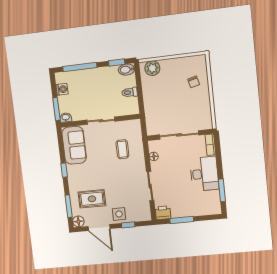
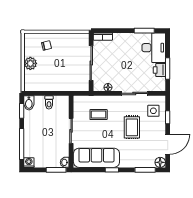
plant: (152, 68) -> (30, 63), moved
washing machine: (62, 89) -> (29, 163), moved
sofa: (74, 145) -> (96, 158), width x1.36
desk: (204, 174) -> (154, 48), moved, turned 90
rug: (92, 199) -> (132, 127), moved
printer: (163, 213) -> (159, 70), moved
side table: (119, 214) -> (153, 111), moved

